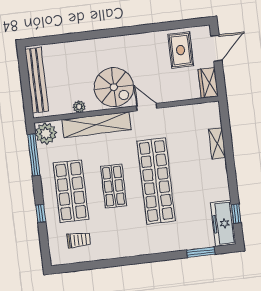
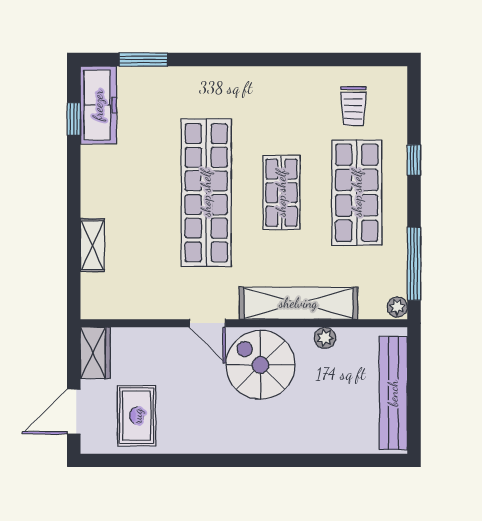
plant: (46, 134) -> (397, 307), width x0.53, depth x0.53
trolley: (79, 240) -> (353, 106), turned -90

